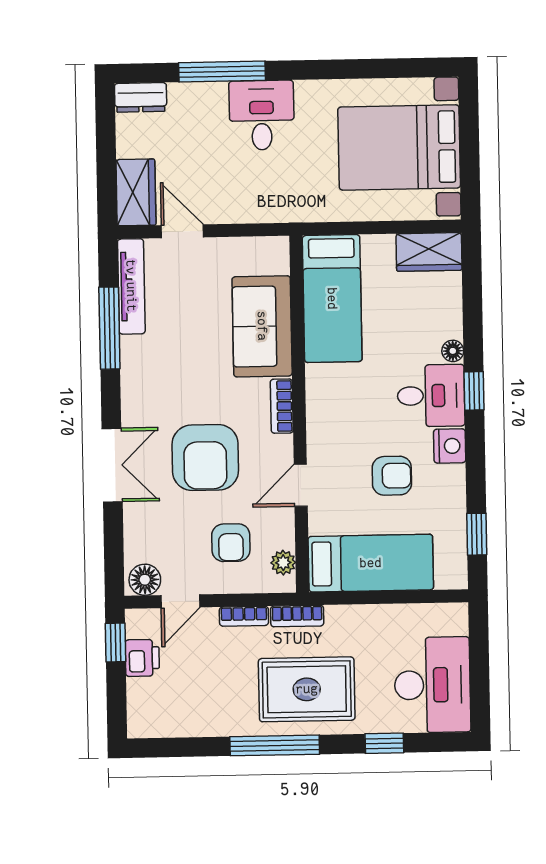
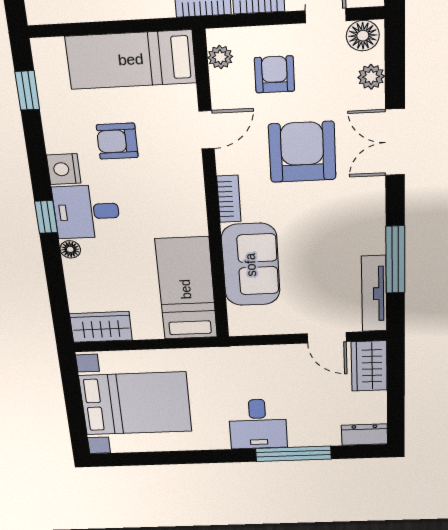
plant: (136, 537) -> (371, 77), added

